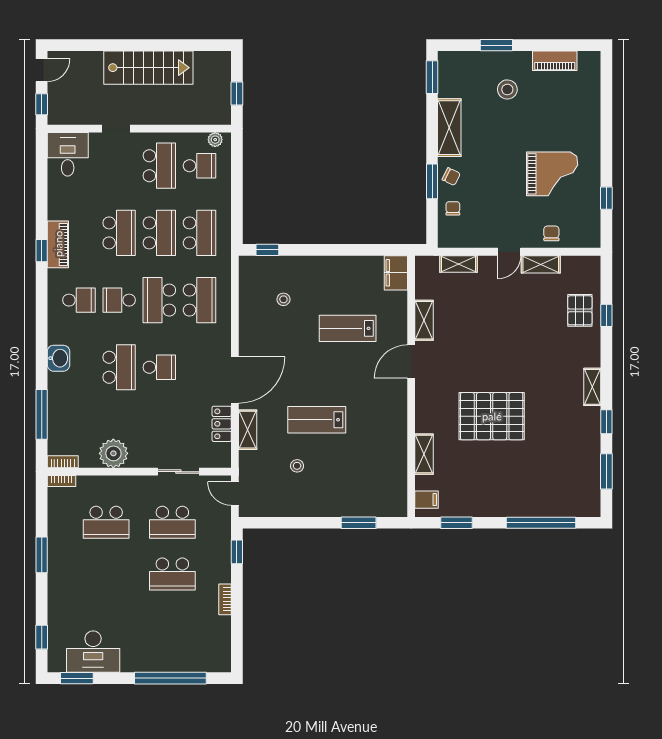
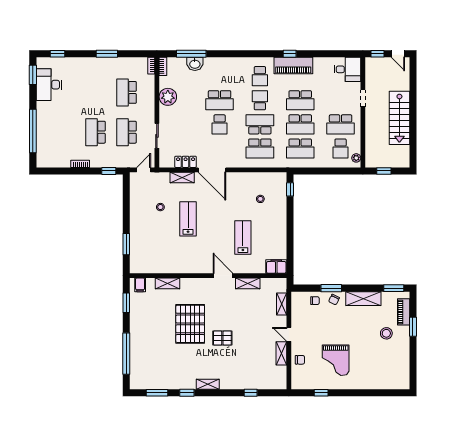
piano: (555, 61) -> (404, 312), moved
piano: (58, 244) -> (293, 65), width x1.37, depth x1.33
pallet: (580, 310) -> (222, 338), moved
washbasin: (58, 358) -> (195, 64), moved

